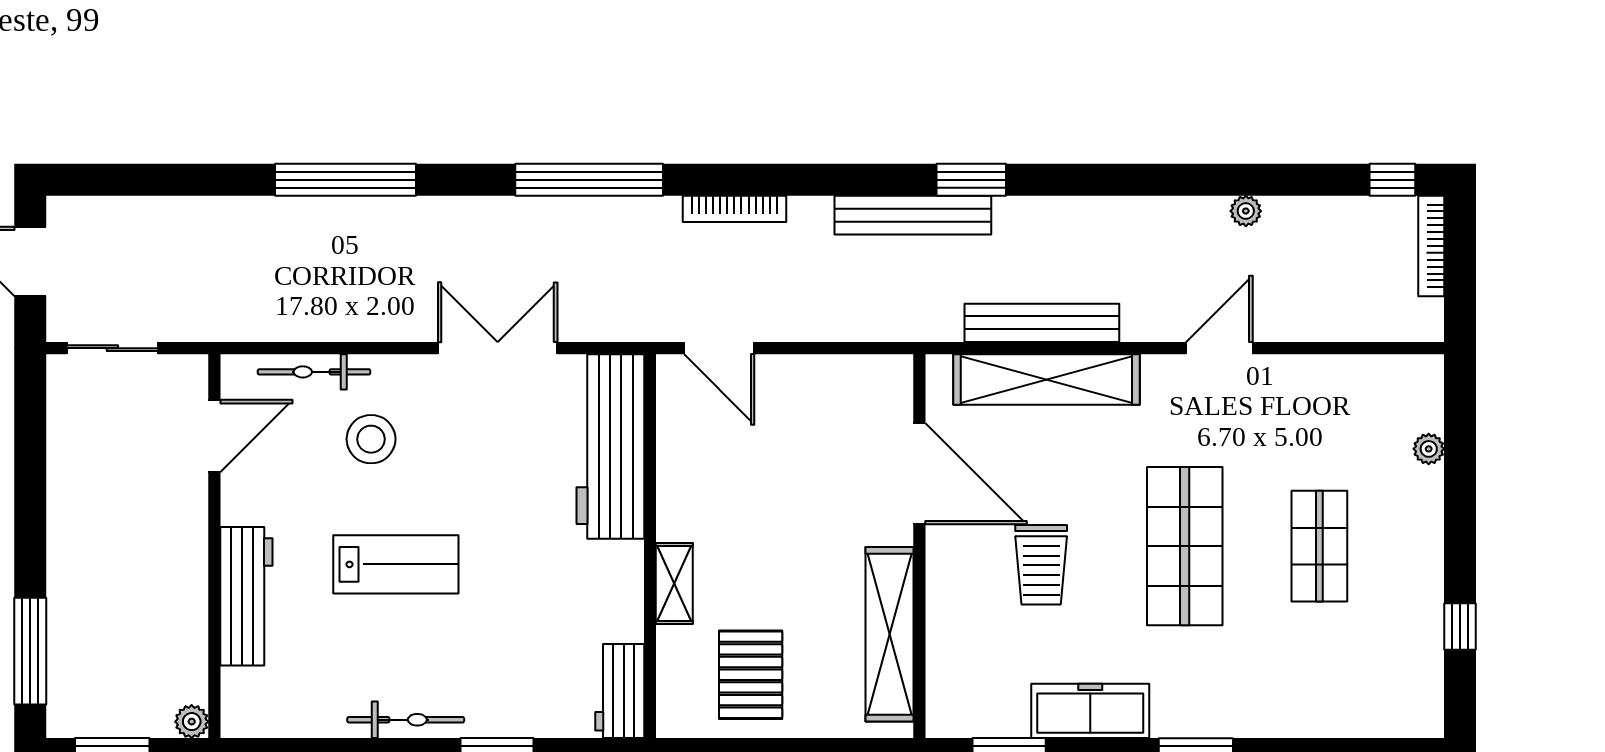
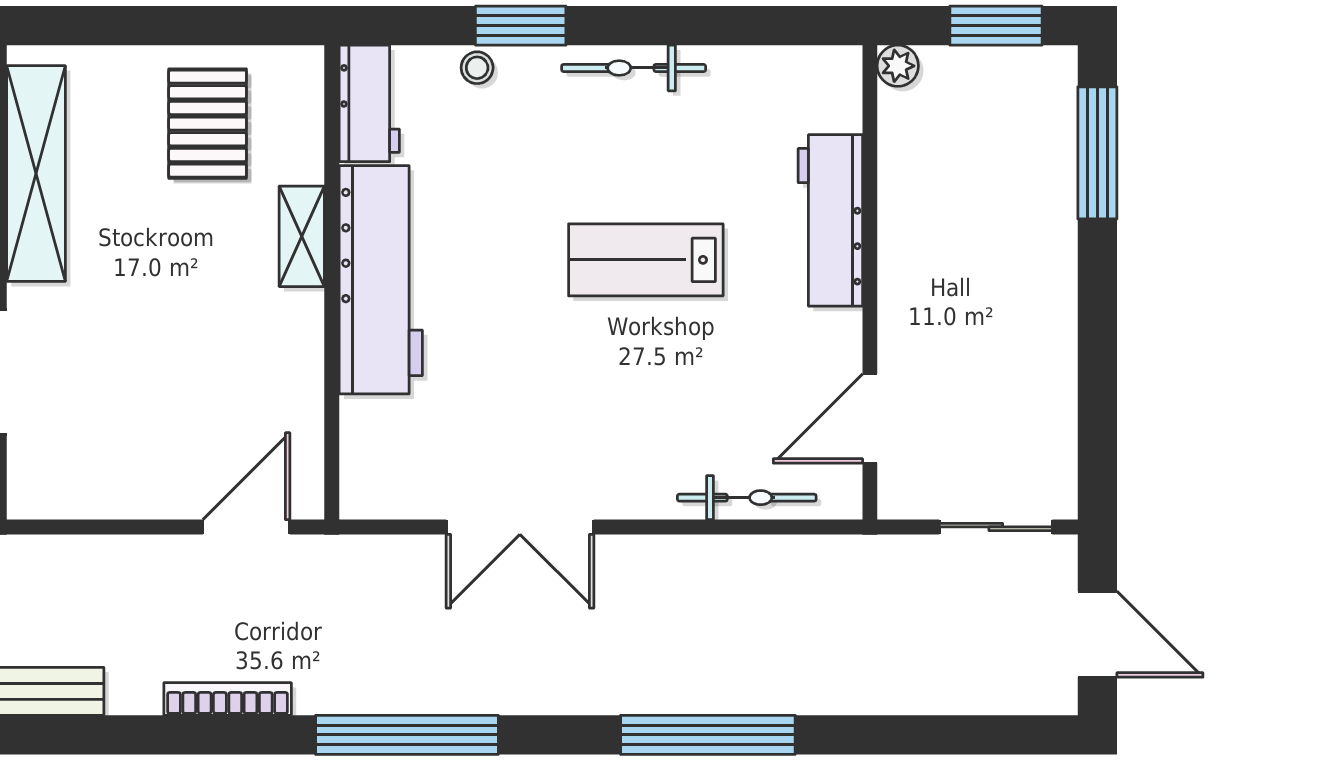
door: (719, 348) -> (246, 527), hinge flipped
stool: (371, 439) -> (477, 68), moved, width x0.53, depth x0.53
workbench: (610, 447) -> (381, 280), moved

